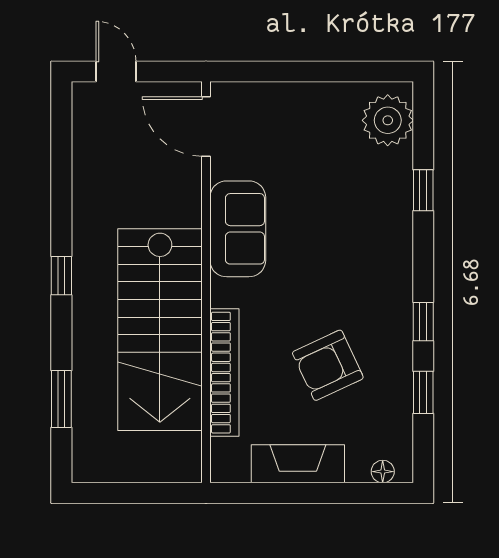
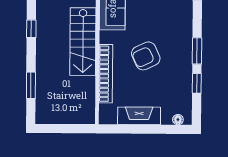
window: (423, 322) -> (197, 51), width x1.50
stairs: (160, 330) -> (83, 42), width x0.73, depth x0.66
armchair: (328, 365) -> (146, 56), moved

